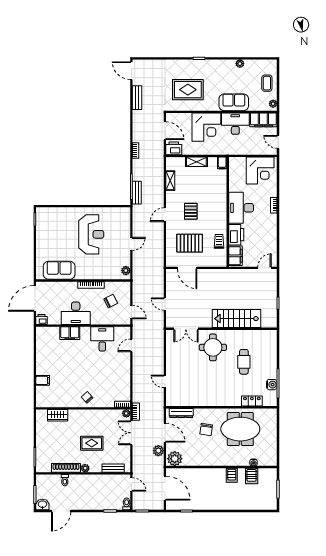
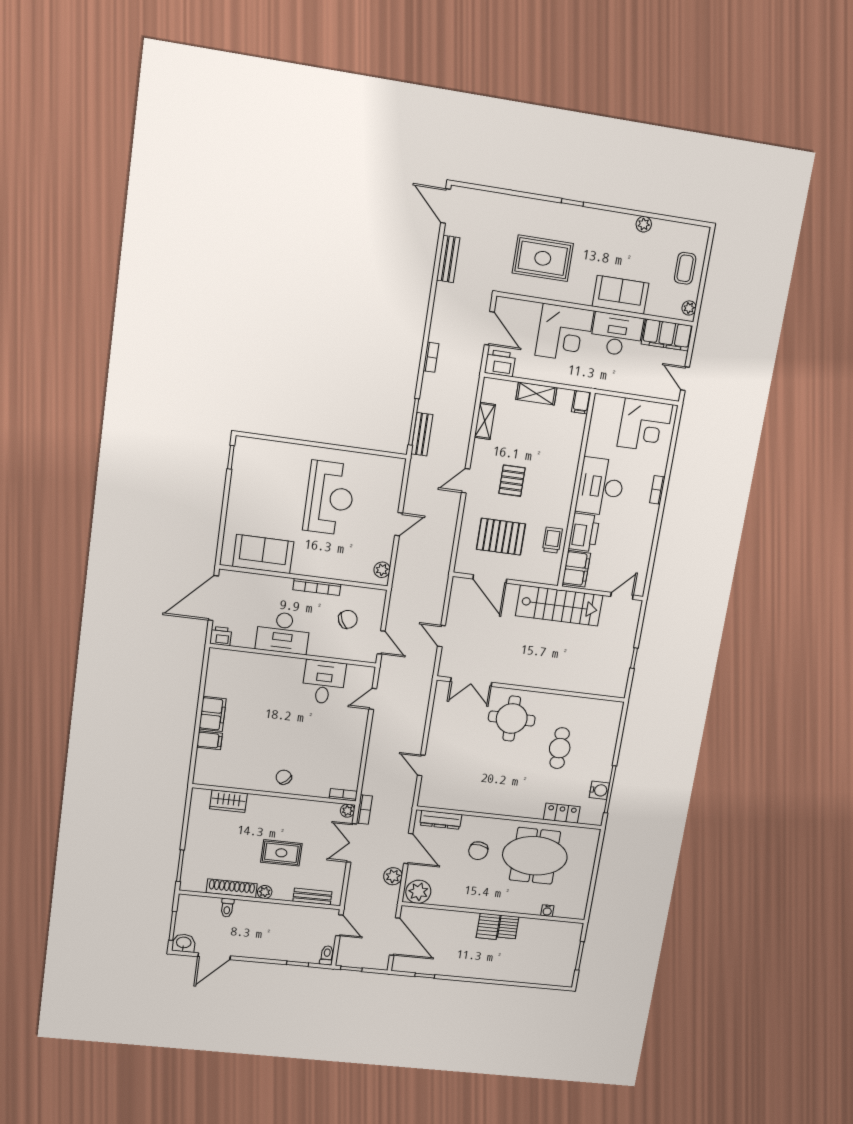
stairs: (237, 319) -> (559, 605), moved, turned 180
filing cabinet: (70, 333) -> (213, 714), moved, turned -90
server rack: (252, 476) -> (488, 926), moved

